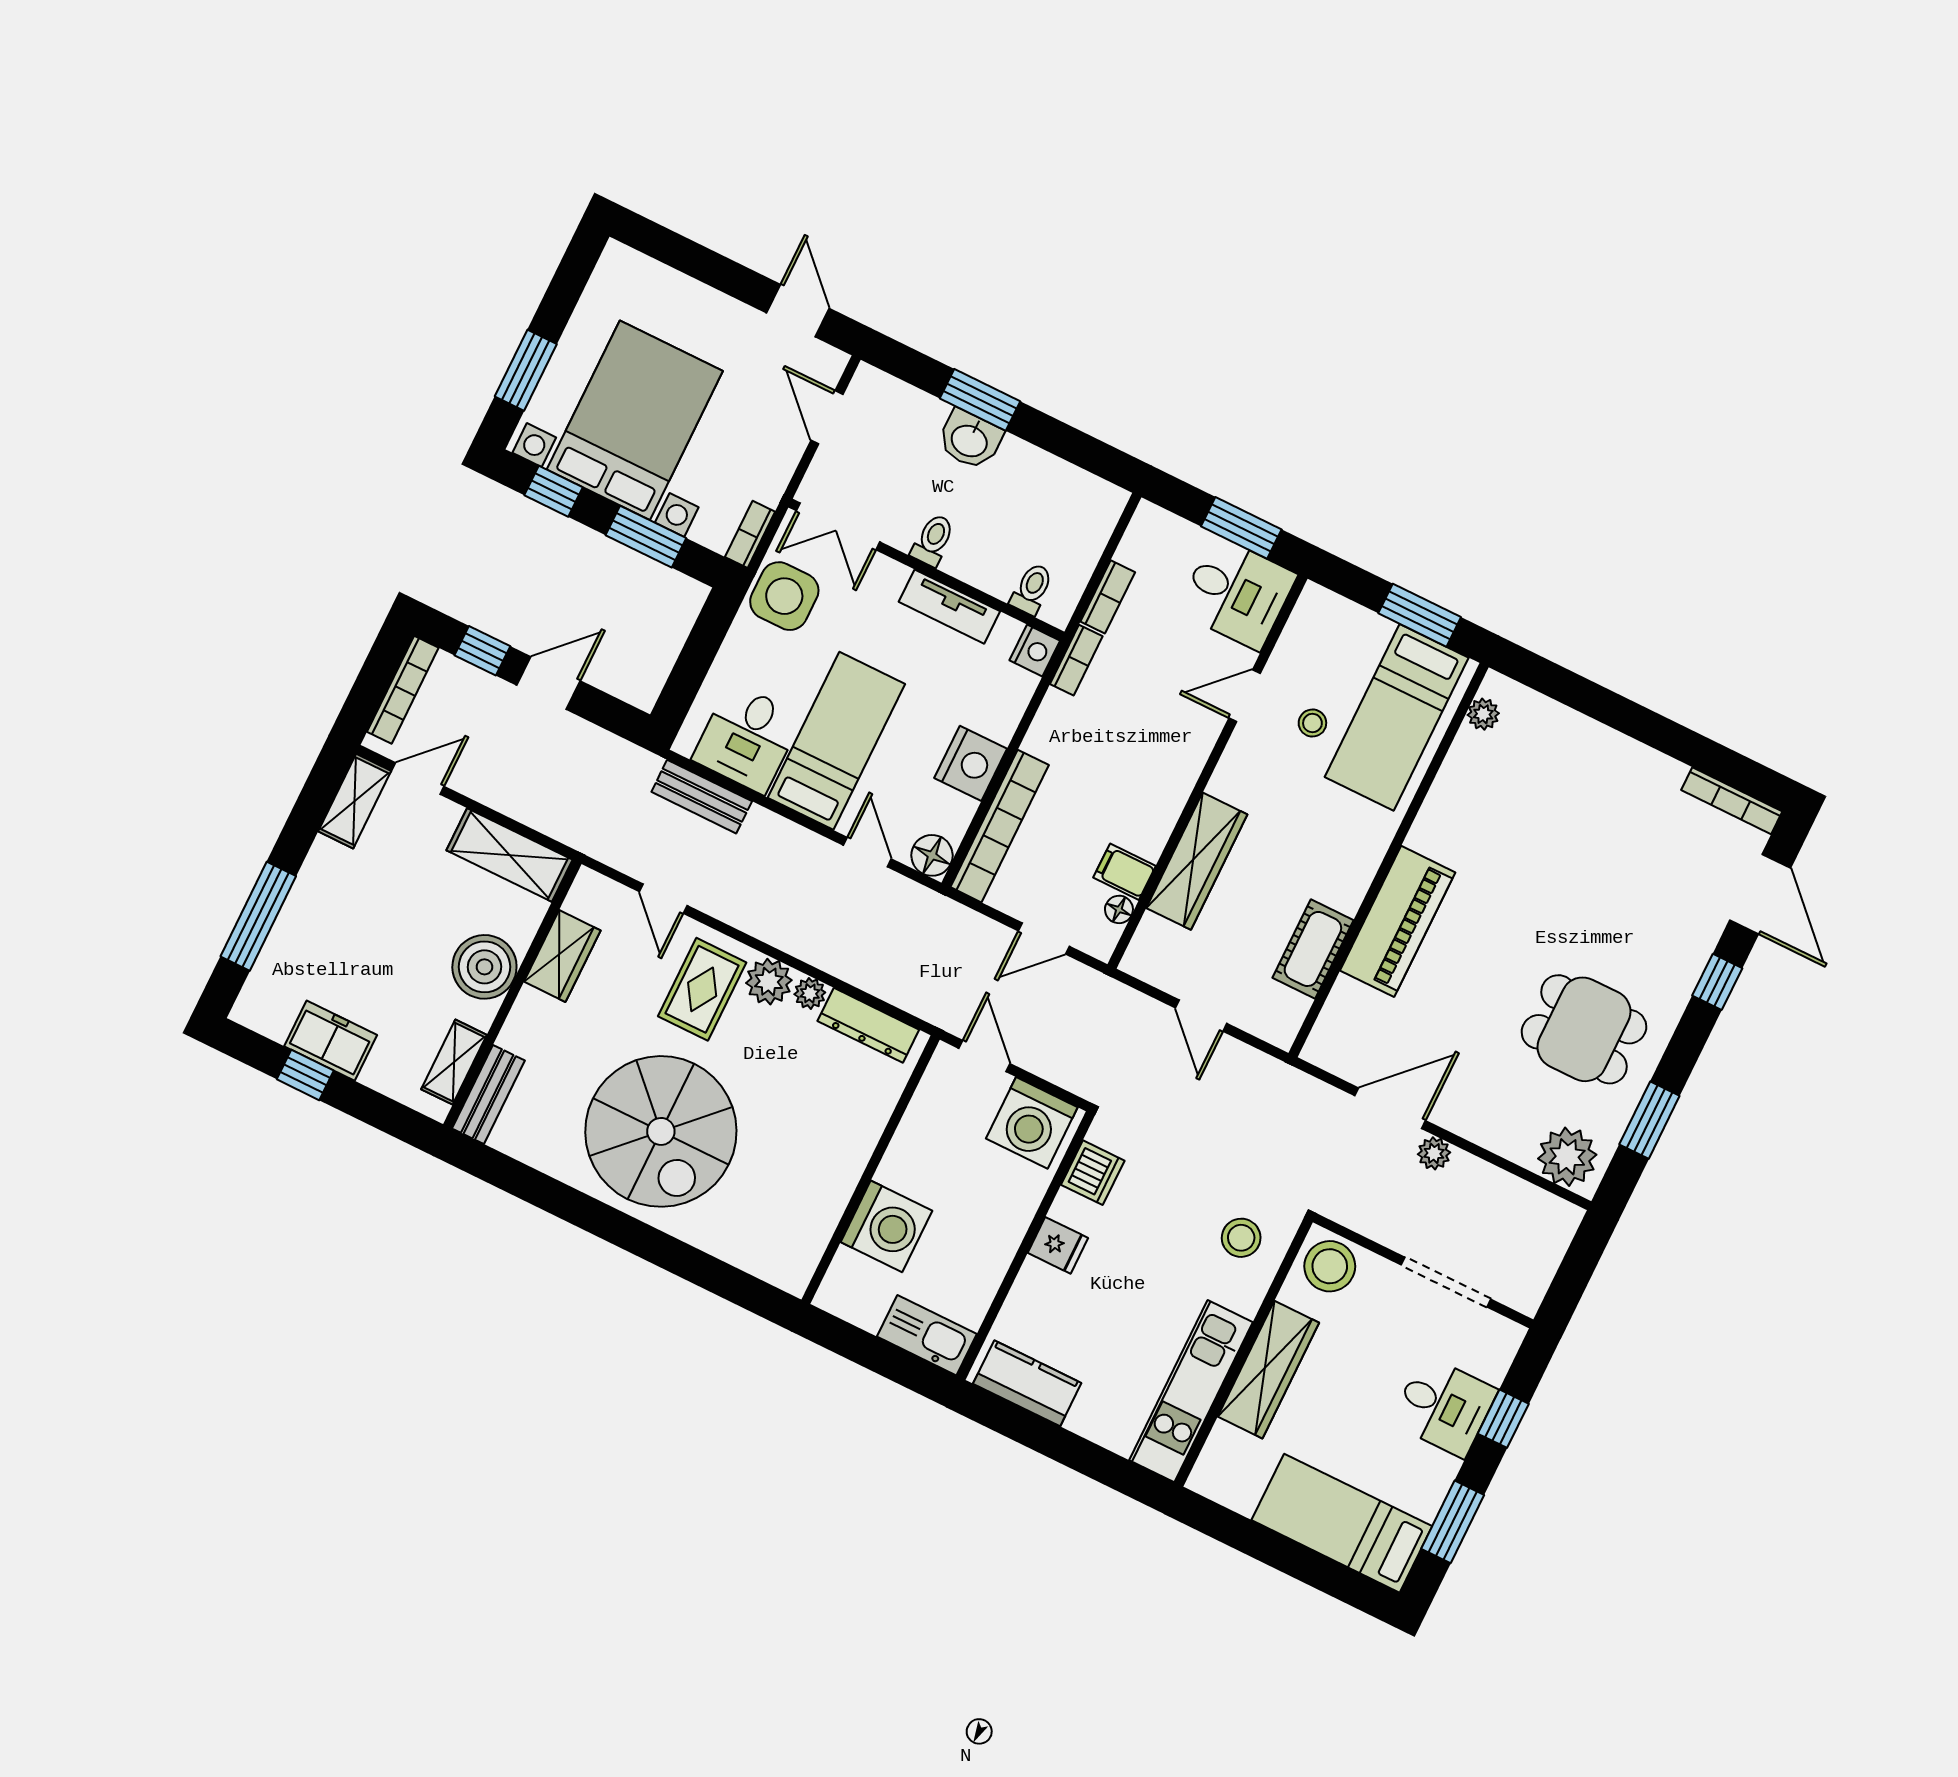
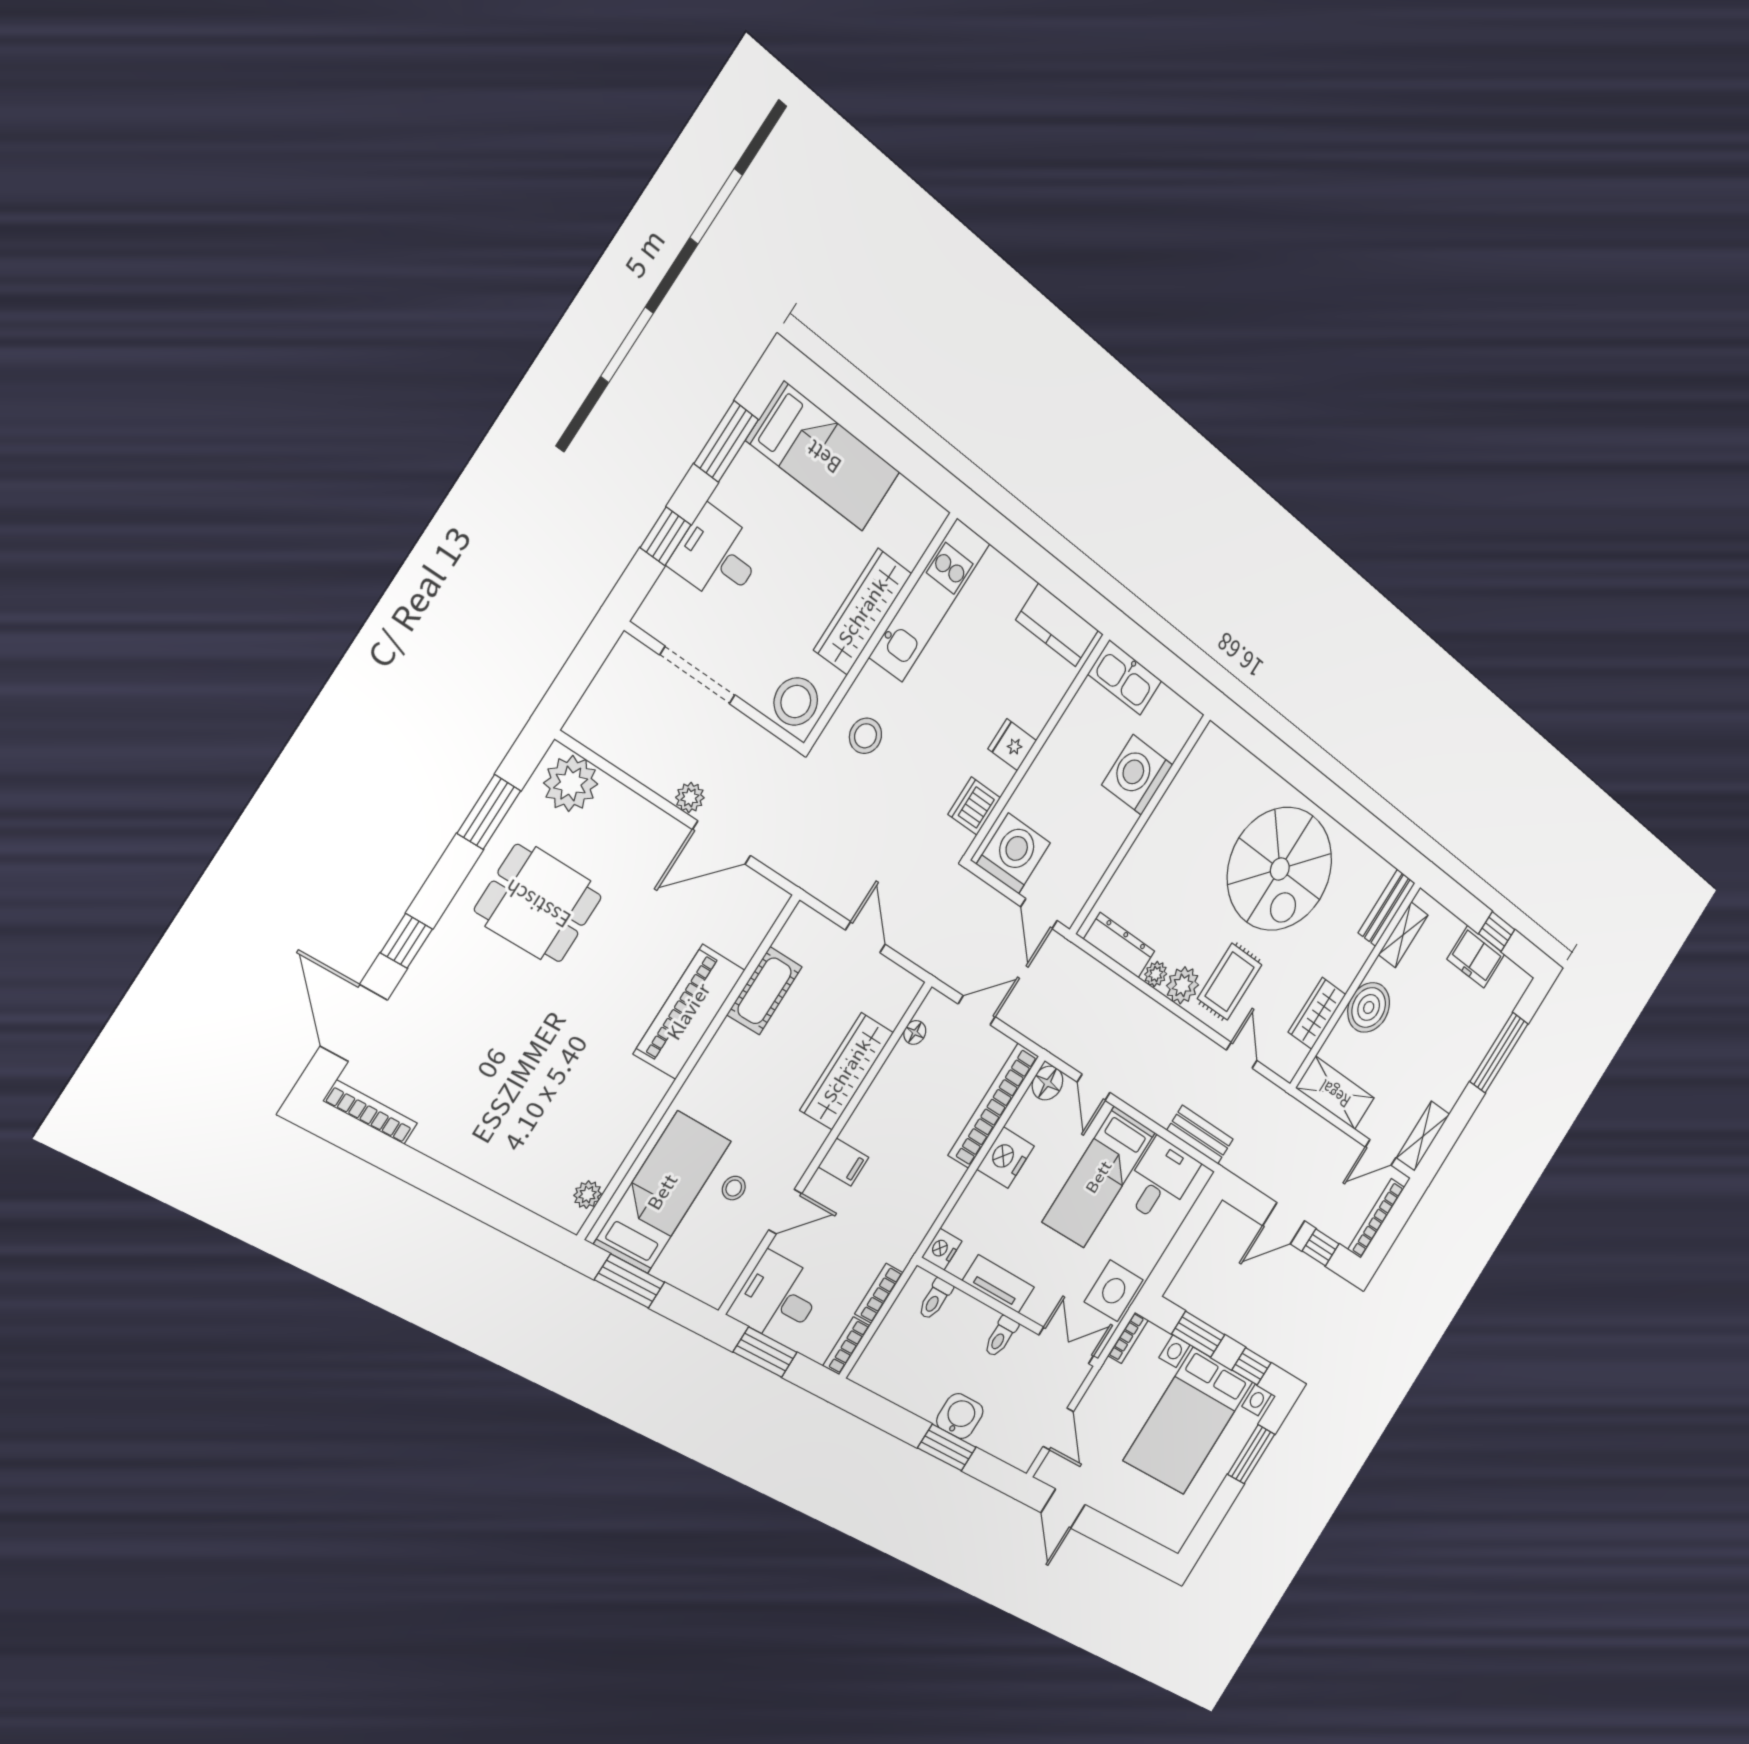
bookcase: (1076, 660) -> (847, 1346), moved
filing cabinet: (1125, 872) -> (844, 1162), moved
spiral stairs: (661, 1131) -> (1280, 869), turned 180

